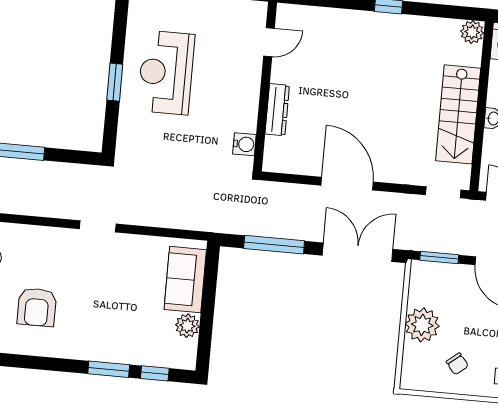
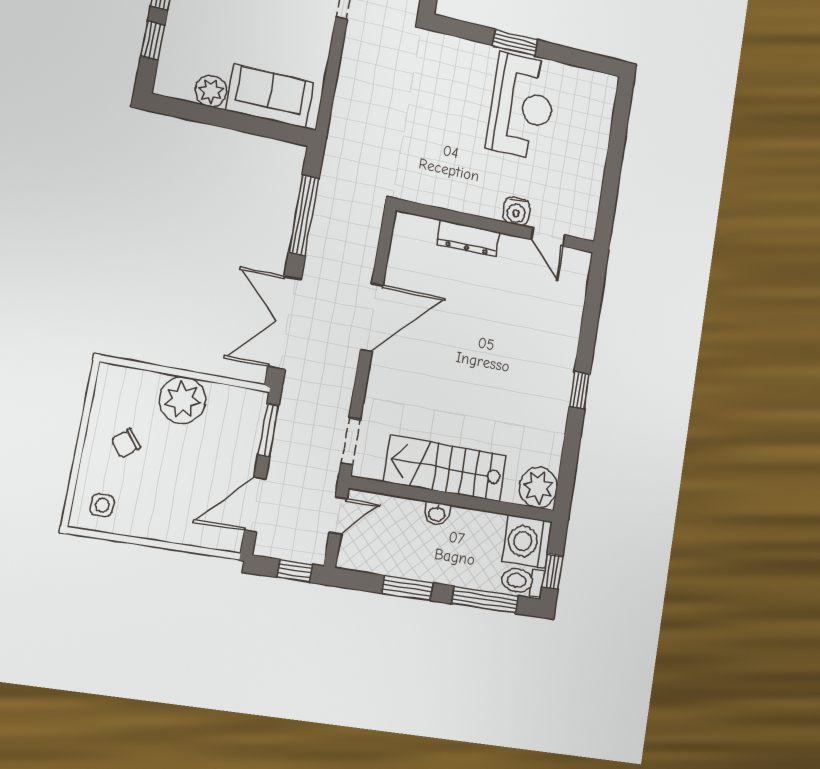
plant: (472, 32) -> (538, 487), width x1.36, depth x1.36
reception desk: (166, 73) -> (522, 106), turned 90
water cooler: (244, 144) -> (516, 211), moved
double door: (358, 252) -> (285, 323), swing flipped

